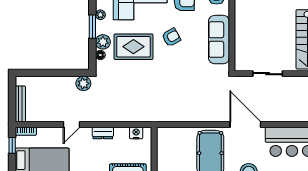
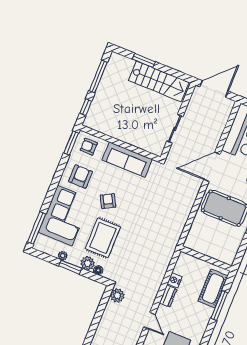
nightstand: (136, 133) -> (175, 280), moved

